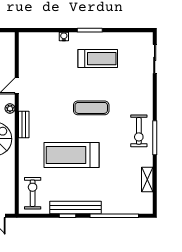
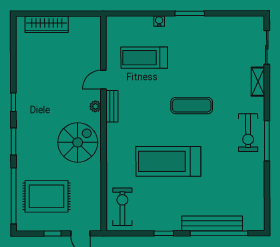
treadmill: (98, 59) -> (144, 58), moved, turned 180
bench: (24, 125) -> (112, 106), moved
shelving: (147, 179) -> (258, 82), moved
bench: (75, 207) -> (212, 223), moved

